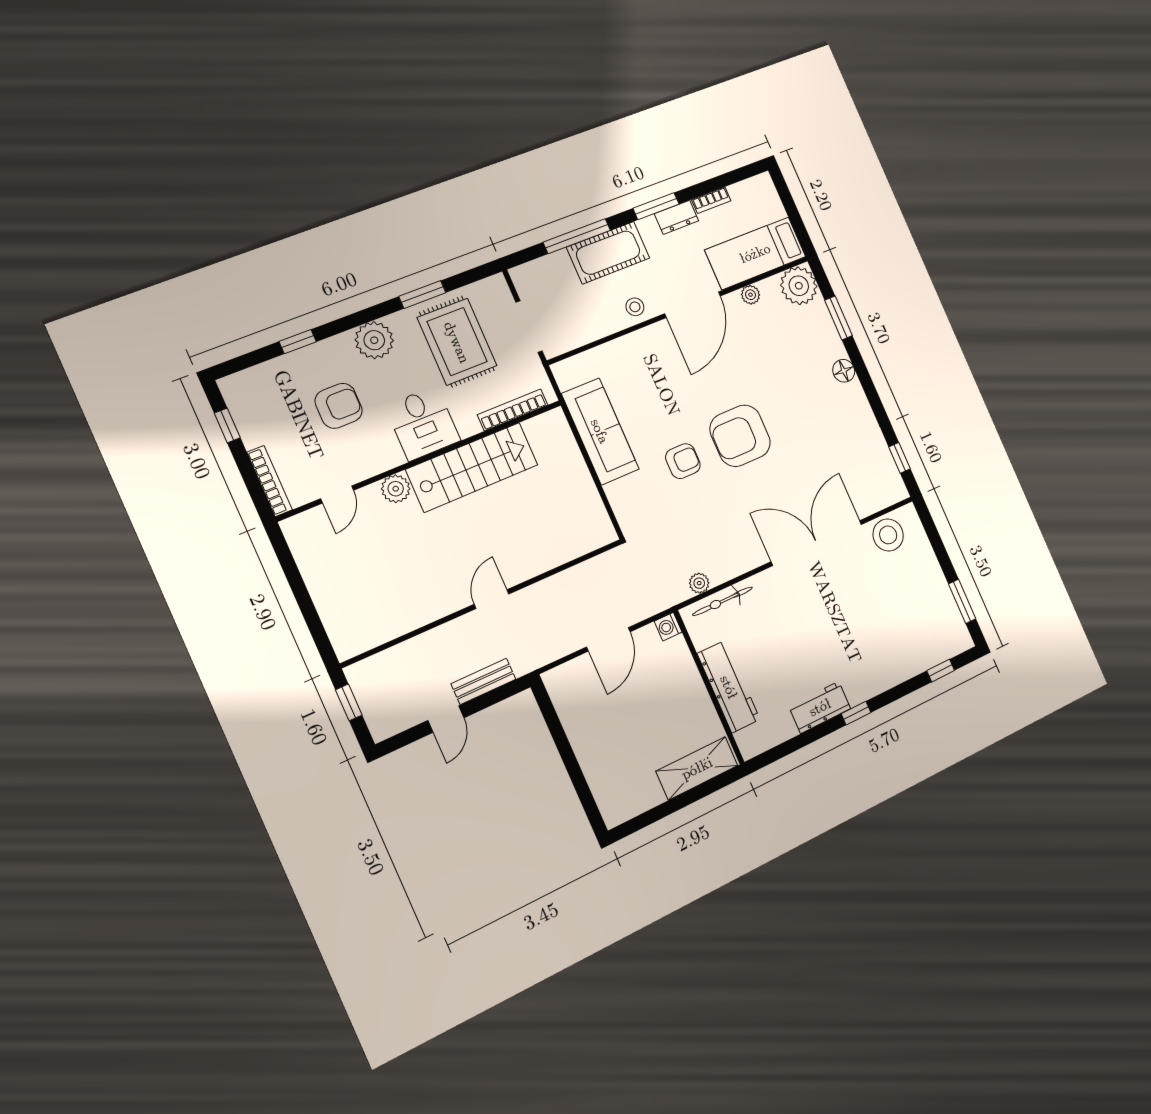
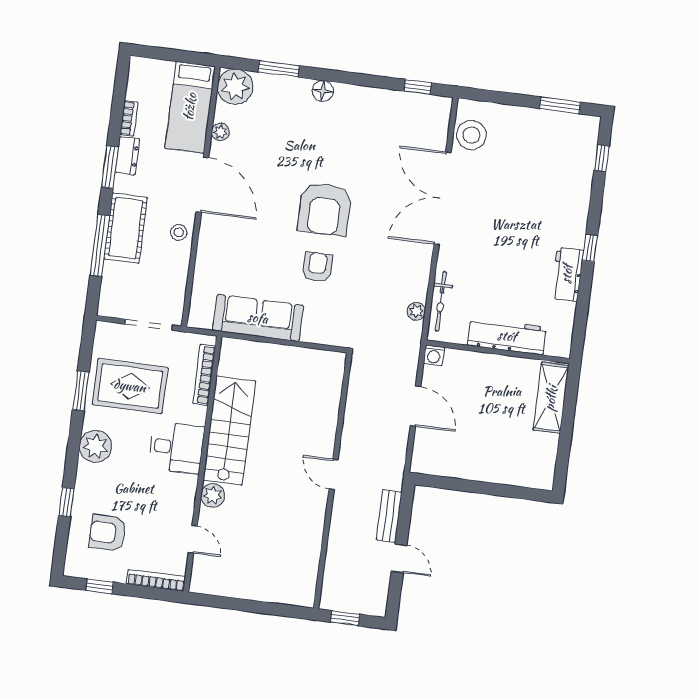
armchair: (339, 406) -> (108, 533), moved, turned -90

